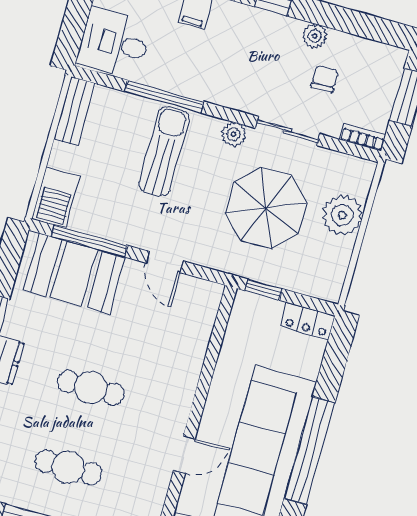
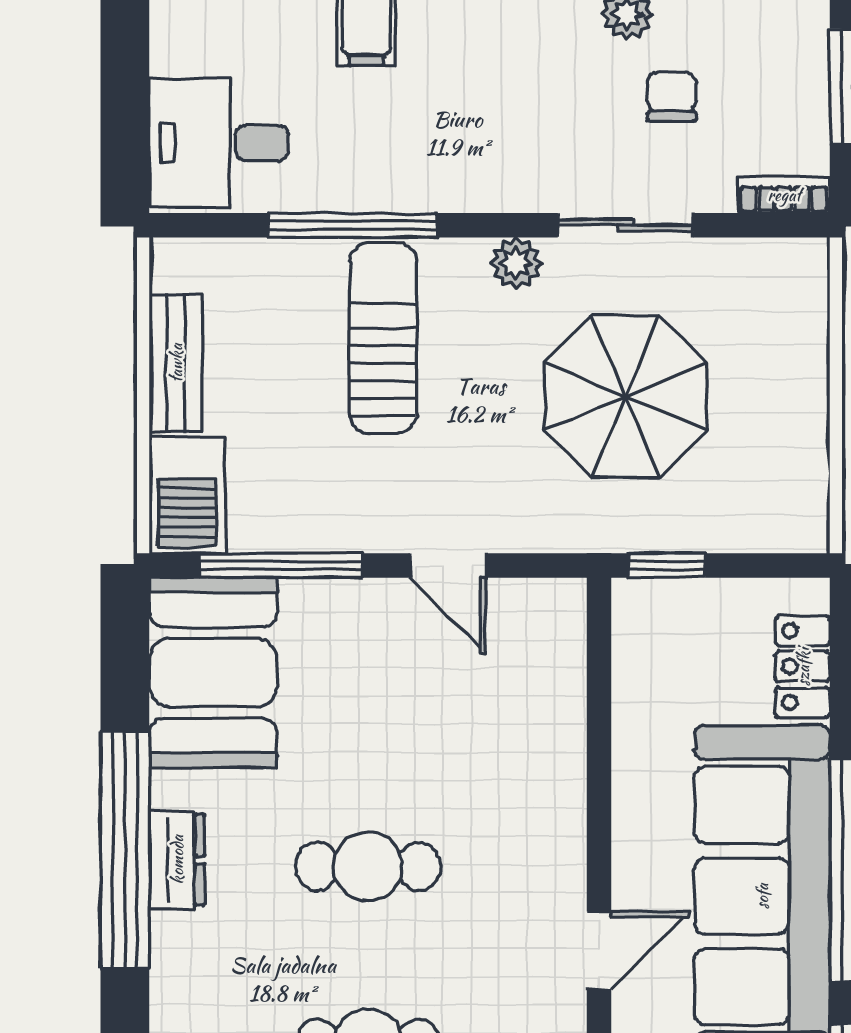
bench: (75, 111) -> (176, 363), moved
plant: (342, 215) -> (786, 367), removed
booth: (74, 274) -> (213, 673), moved, turned 90
locker: (308, 321) -> (803, 667), moved, turned 90

